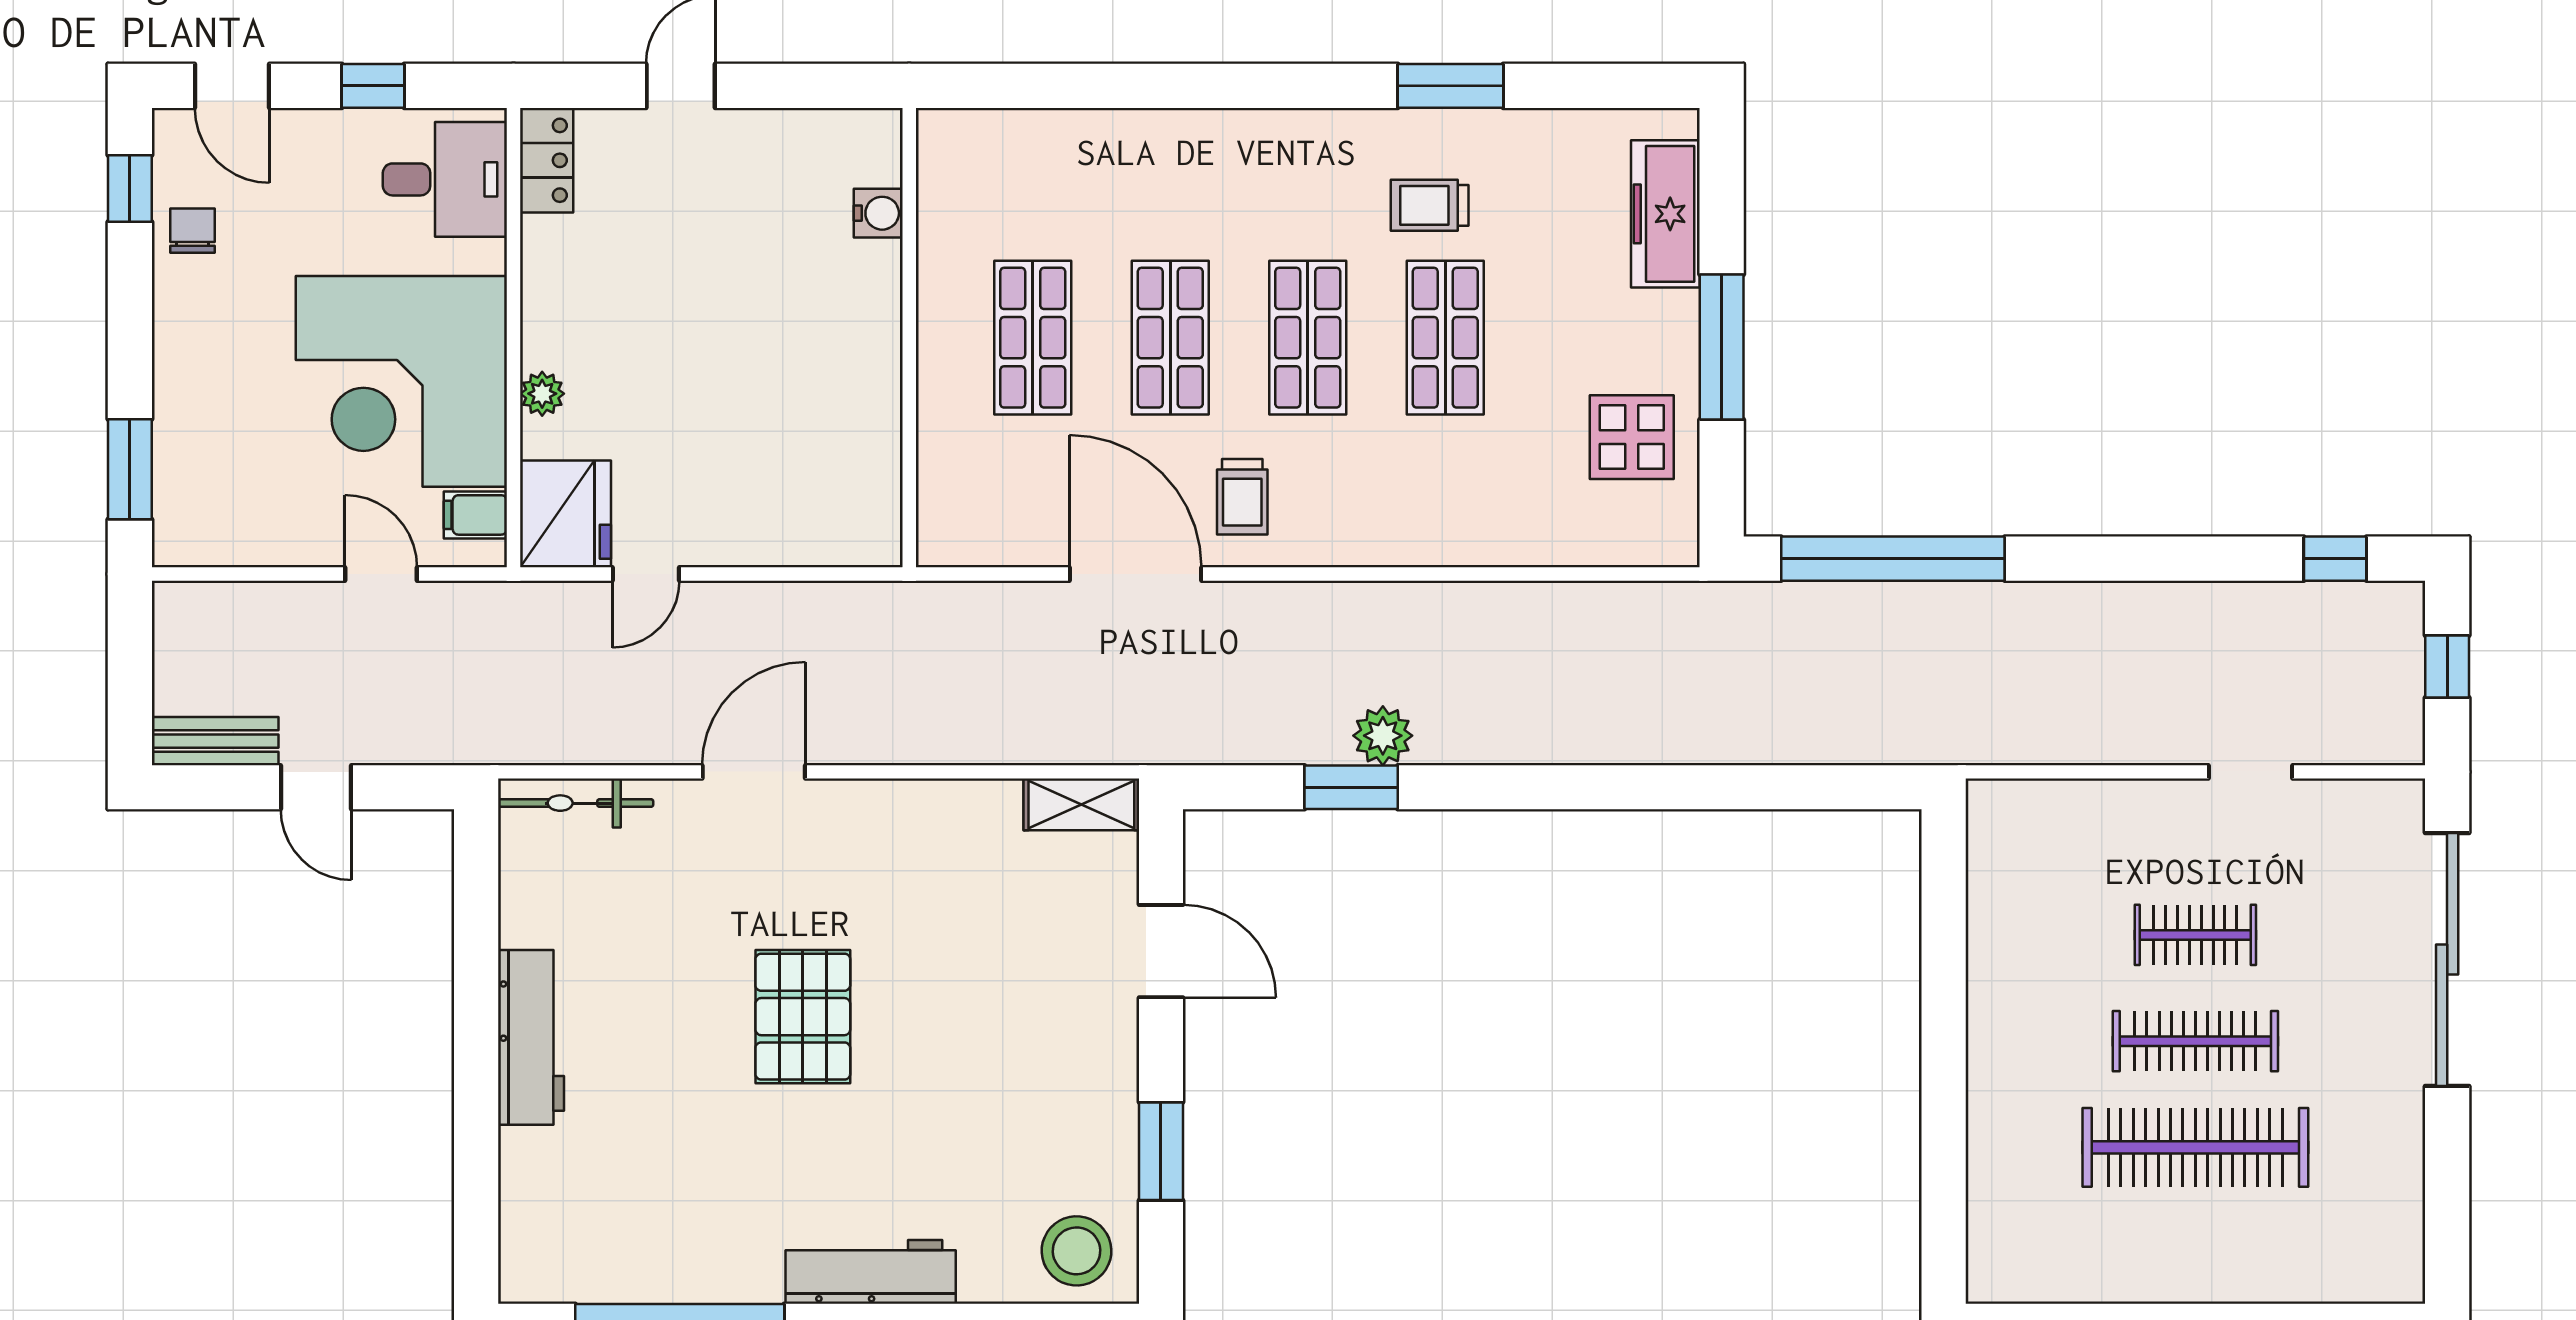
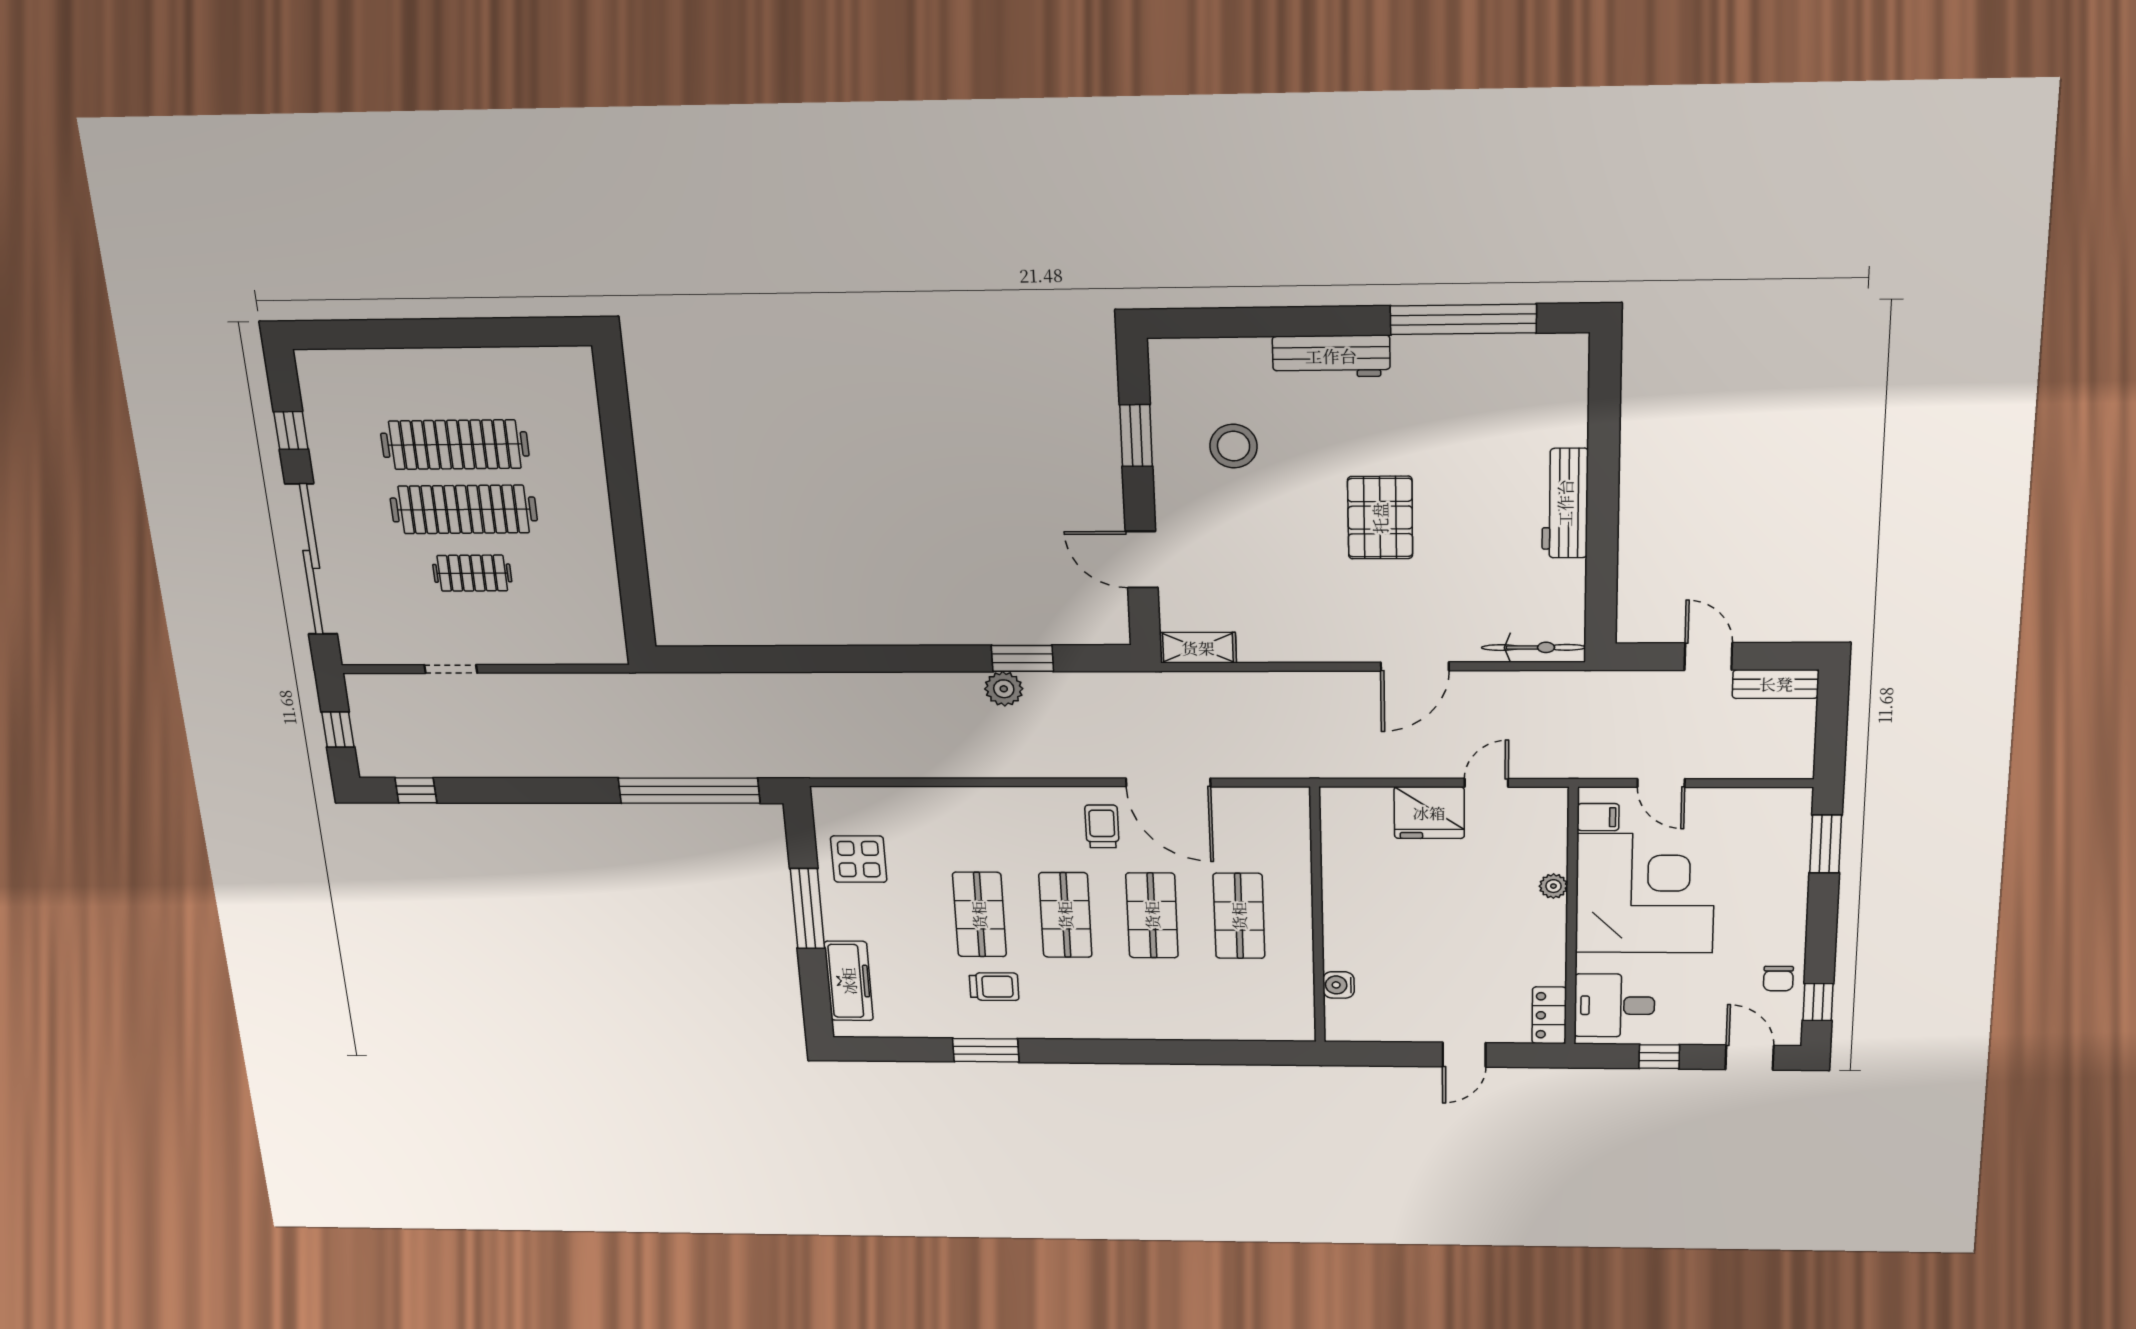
fridge: (565, 514) -> (1429, 813), moved, turned -90
clothes rail: (2195, 1041) -> (464, 509), width x1.37, depth x1.31
window: (2447, 1173) -> (291, 431), added
stool: (1077, 1251) -> (1234, 446), moved

